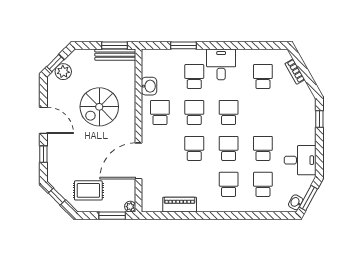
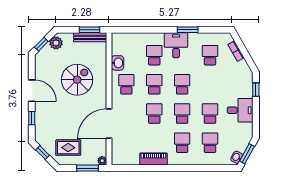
window: (184, 45) -> (188, 30), moved
plant: (63, 72) -> (56, 43), moved
spiral stairs: (99, 107) -> (77, 80), turned 180
desk: (300, 160) -> (240, 110), moved
piano: (180, 205) -> (153, 159), moved

